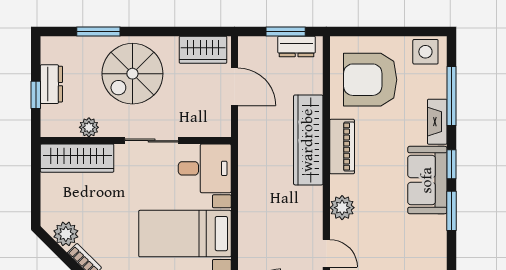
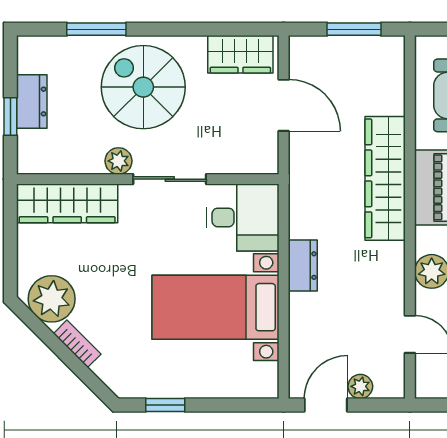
dresser: (297, 46) -> (303, 266), moved, turned -90
spiral stairs: (132, 74) -> (143, 87), turned 90
plant: (89, 127) -> (119, 161), moved
plant: (66, 234) -> (52, 299), width x1.36, depth x1.36

